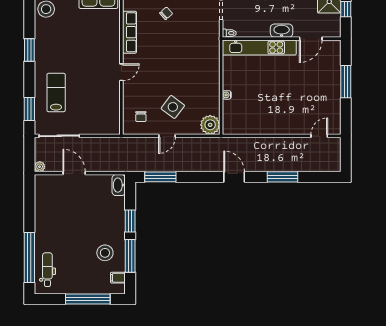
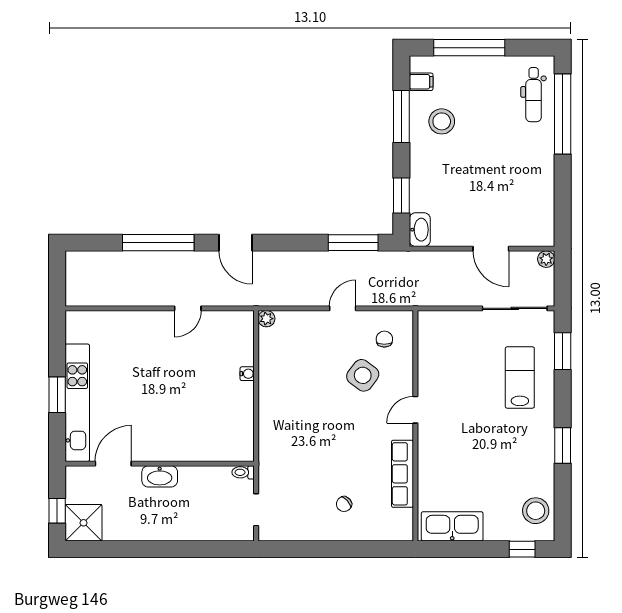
kitchen unit: (259, 47) -> (77, 403), moved, turned 90
window: (346, 82) -> (57, 395), width x0.69
lab bench: (56, 93) -> (520, 377), turned 180
side table: (173, 107) -> (363, 375), moved
plant: (210, 125) -> (266, 319), width x0.53, depth x0.53
door: (319, 136) -> (188, 308), moved
window: (282, 177) -> (158, 243), width x1.46
window: (130, 221) -> (401, 195), moved

